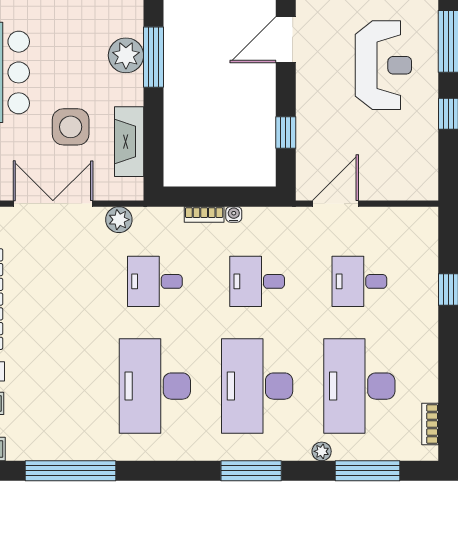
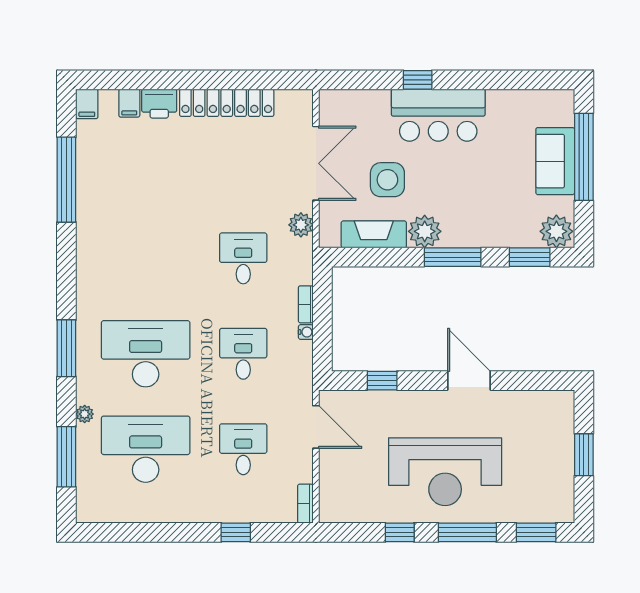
plant: (126, 55) -> (425, 231), moved
reception desk: (383, 65) -> (445, 472), width x1.36, depth x1.30
desk: (155, 386) -> (146, 258), removed
bookcase: (430, 424) -> (305, 504), moved, turned -90

